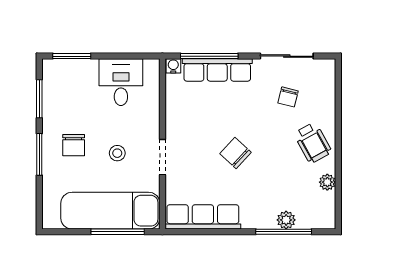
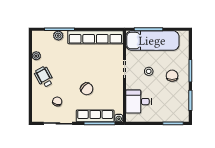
desk: (121, 82) -> (139, 102), moved, turned 90
chair: (235, 153) -> (87, 89), moved
row of seats: (203, 217) -> (95, 37), width x1.36

